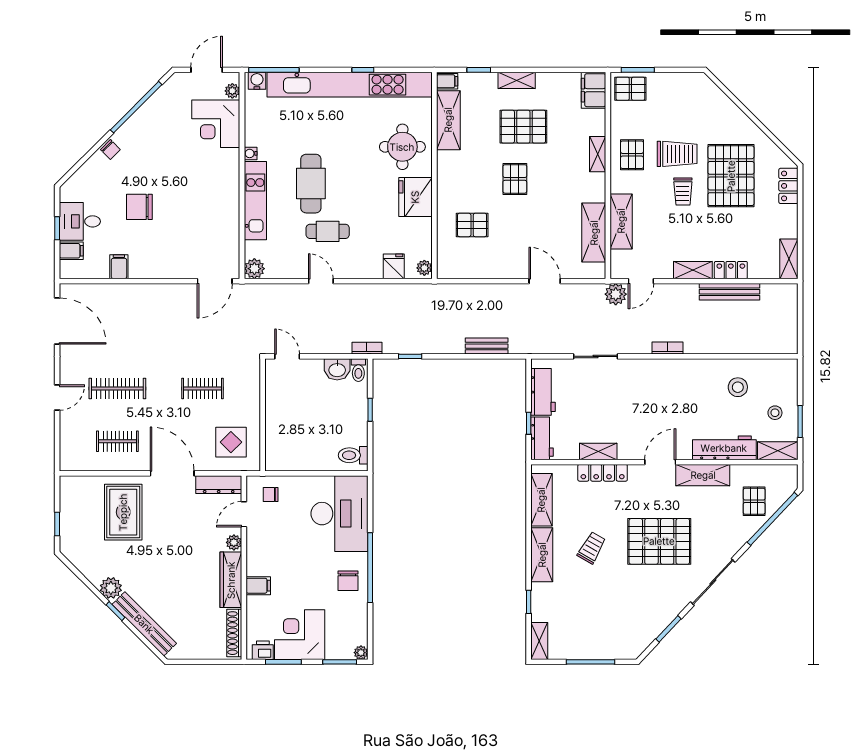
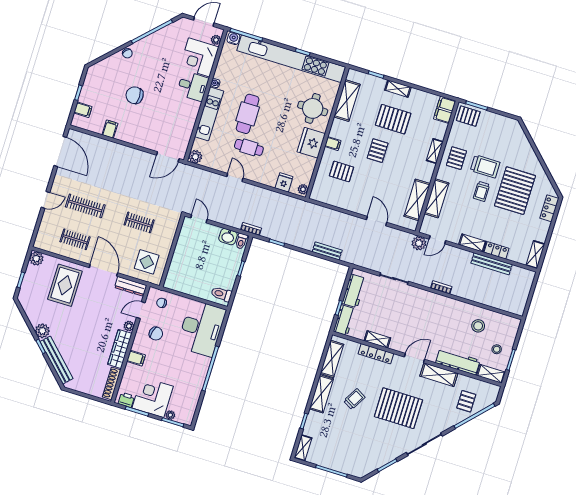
filing cabinet: (447, 81) -> (333, 144), moved
desk: (80, 221) -> (193, 86), moved, turned 180
plant: (70, 486) -> (36, 259), added
chair: (348, 581) -> (156, 334), moved, turned -76
plant: (361, 653) -> (170, 415), moved

